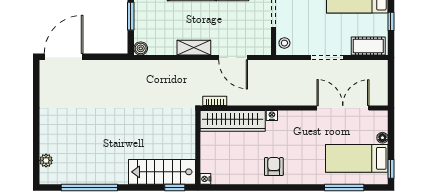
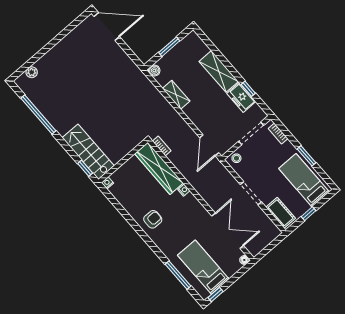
shelving: (194, 48) -> (176, 95), moved
door: (233, 57) -> (209, 145), moved
floor lamp: (382, 138) -> (244, 260), moved

